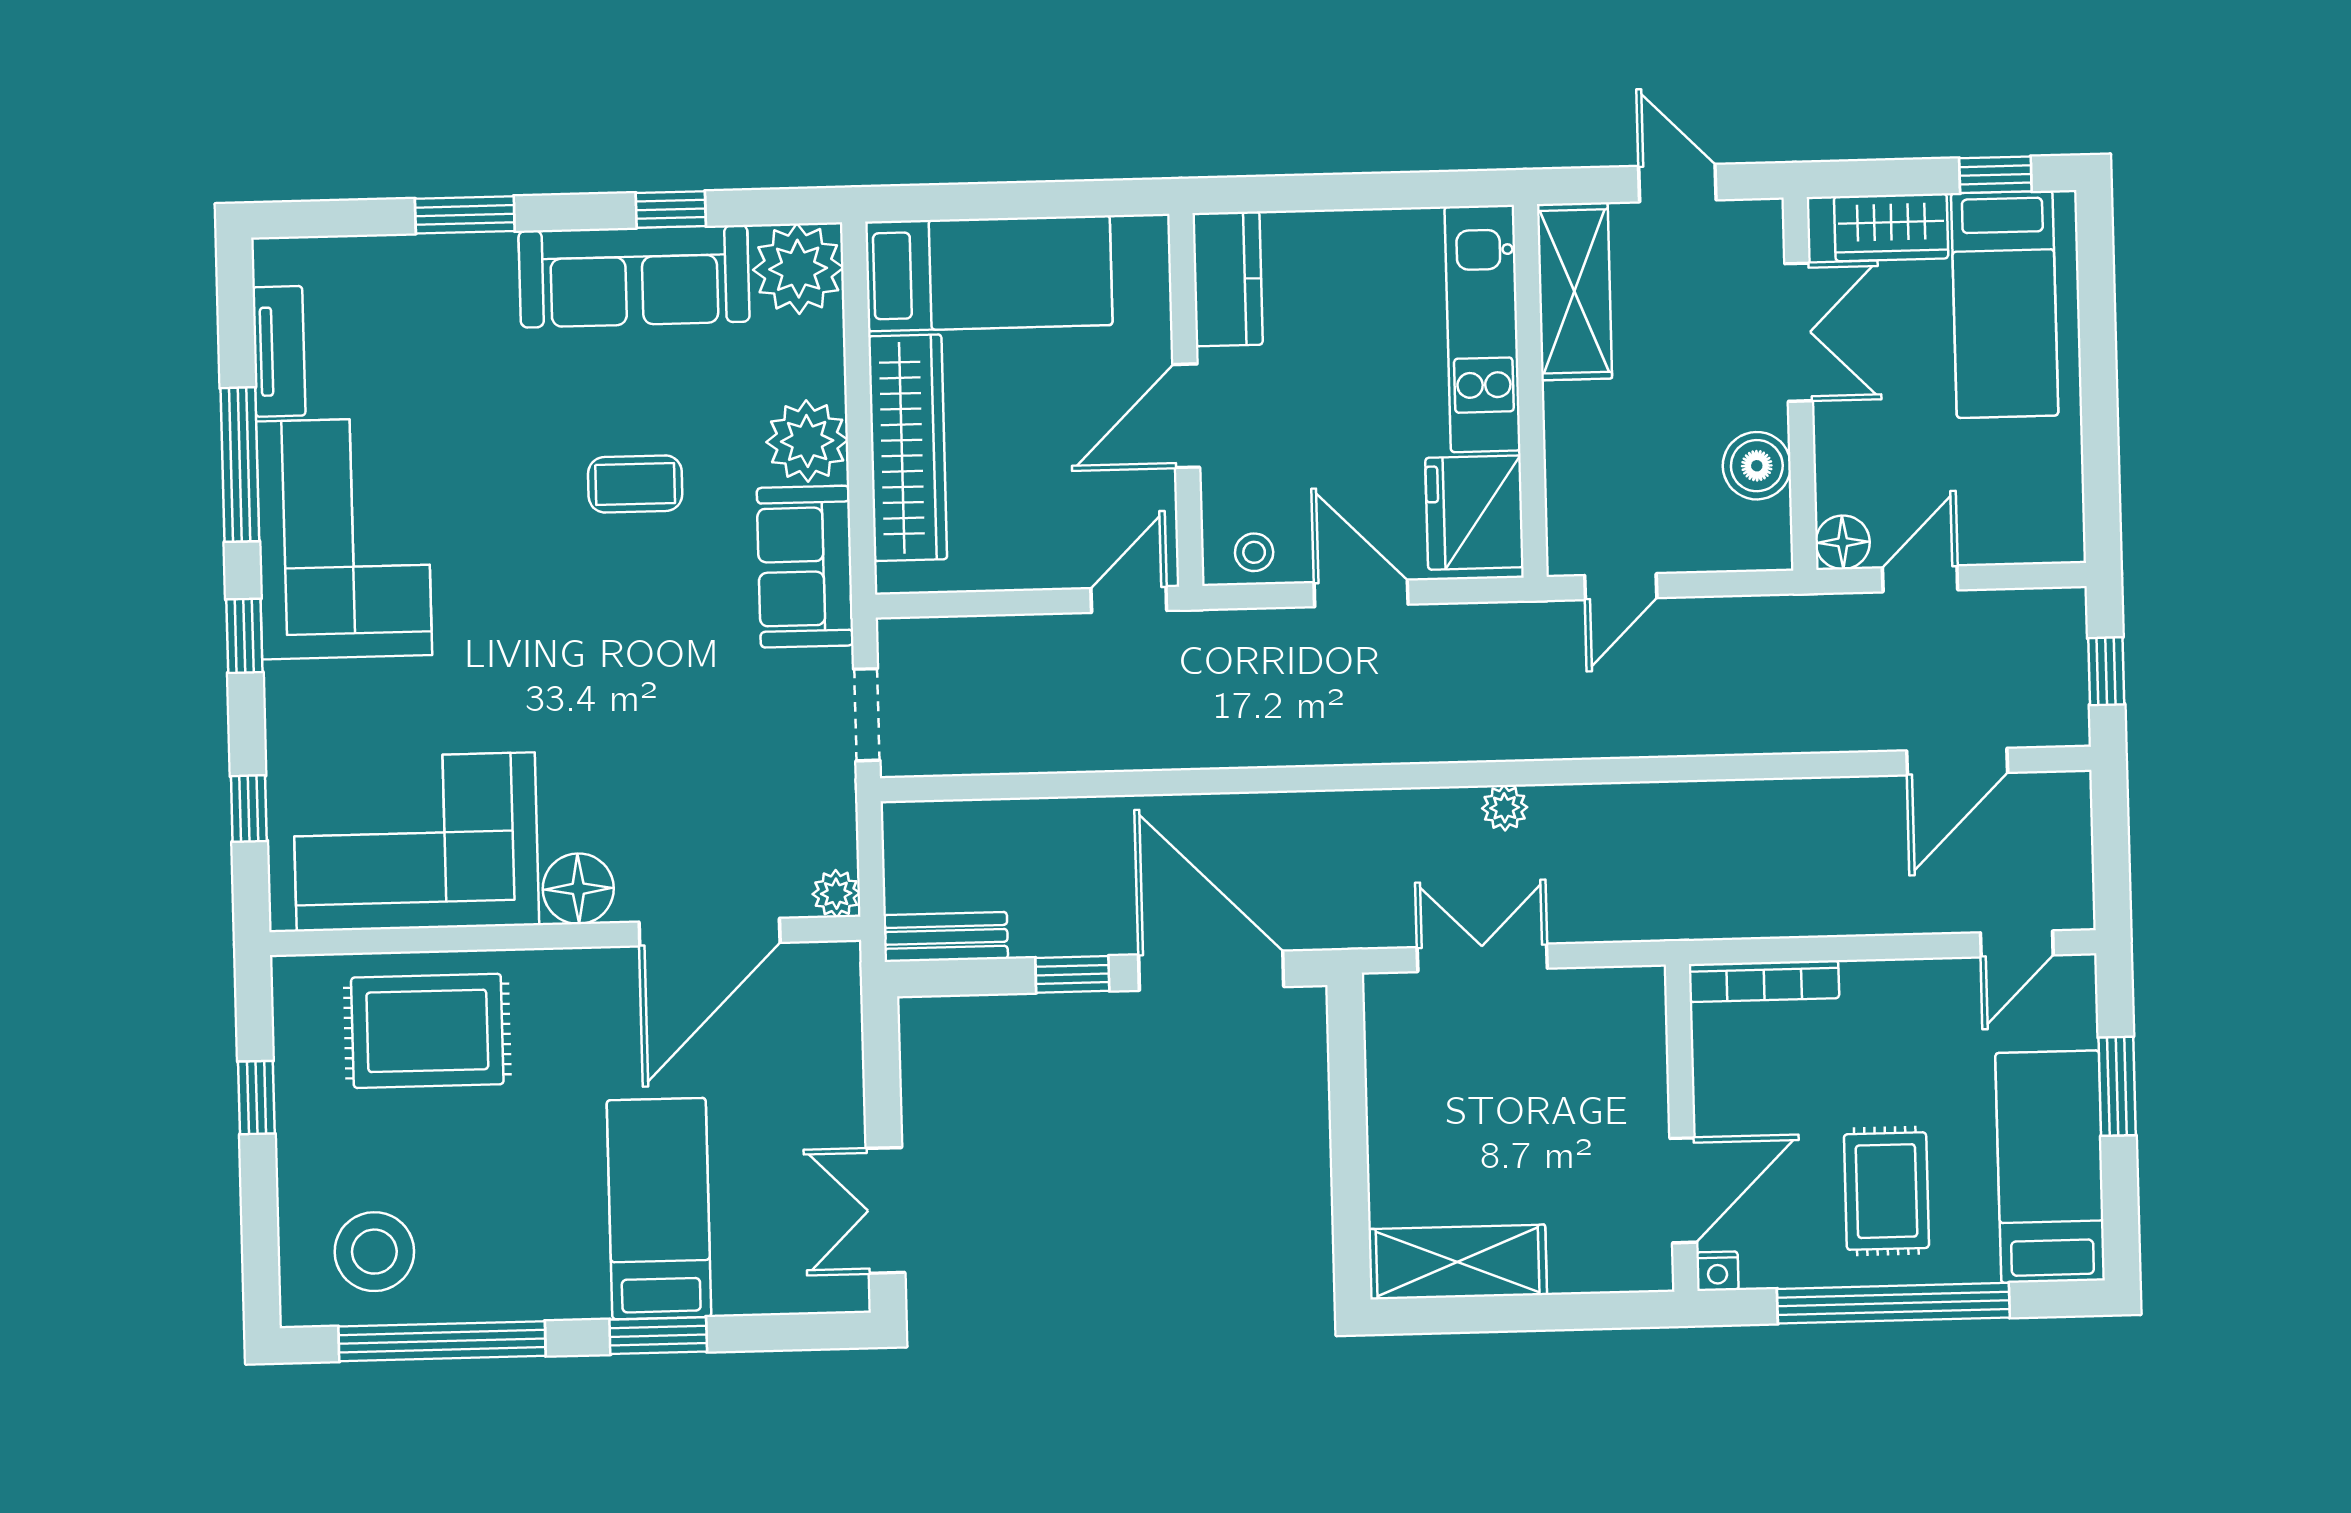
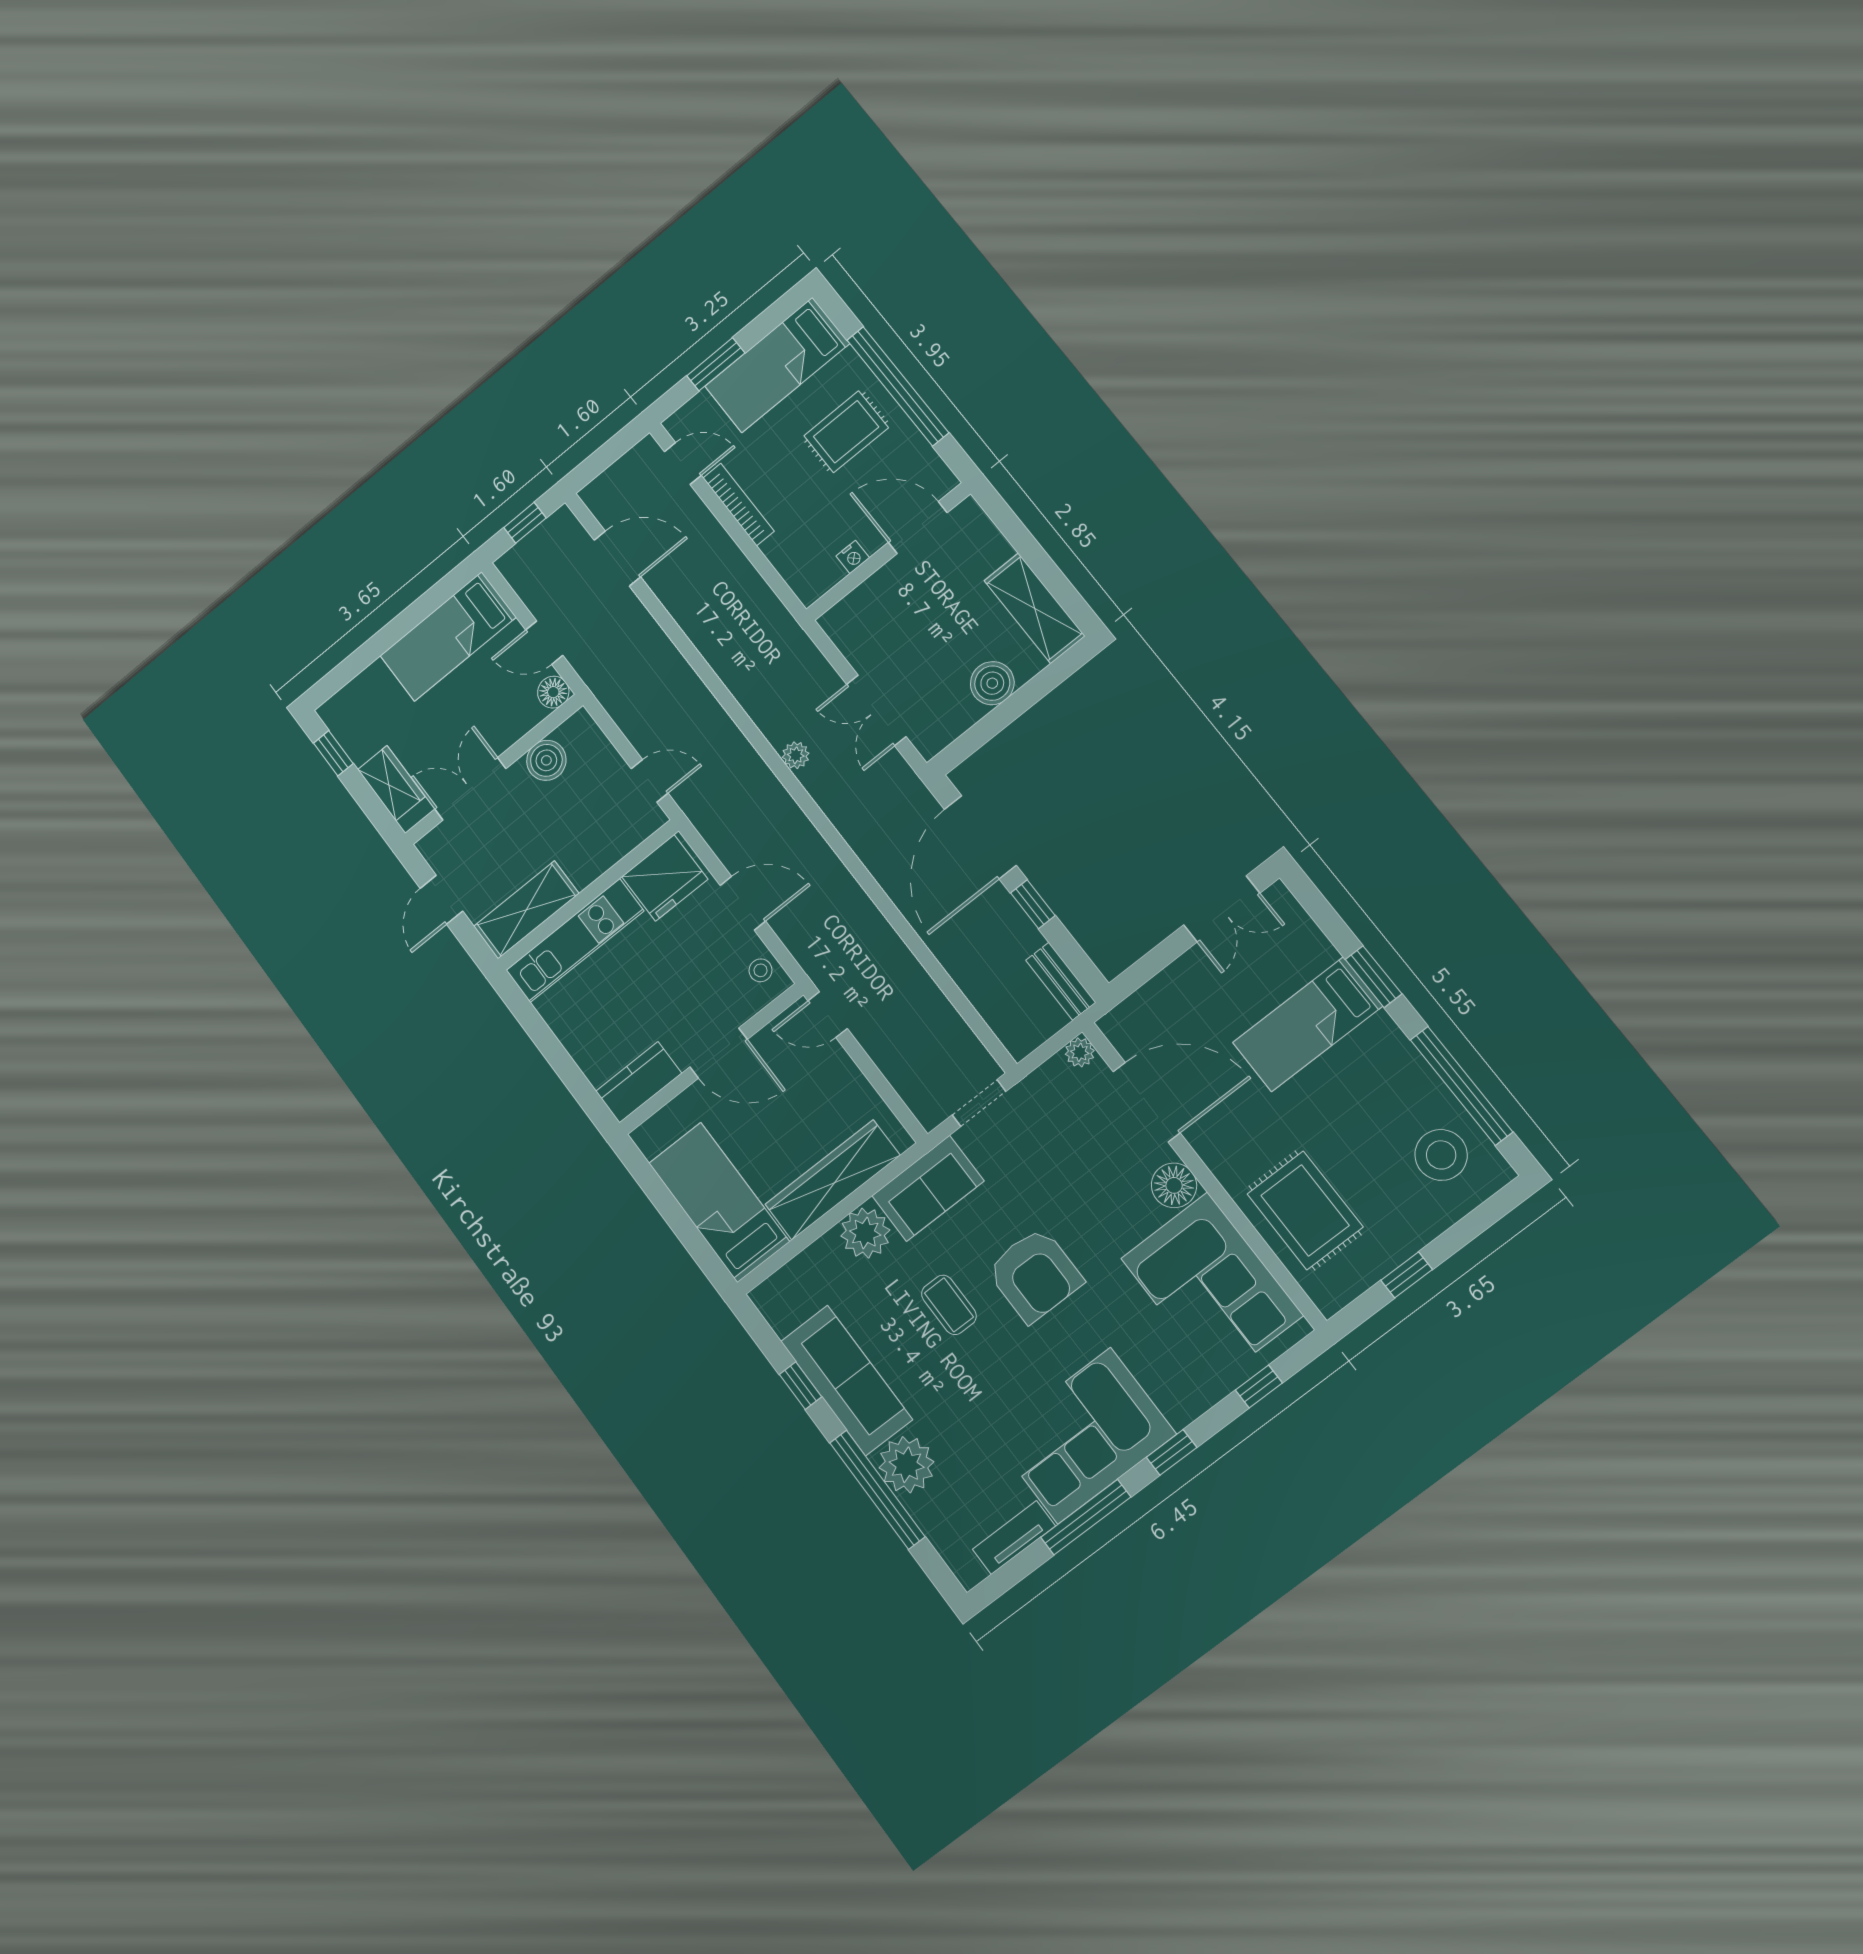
window: (465, 215) -> (877, 1490), width x2.11
plant: (798, 269) -> (906, 1465), moved
bed: (2005, 304) -> (448, 637), moved, turned 180
door: (1361, 593) -> (743, 903), swing flipped
armchair: (593, 625) -> (1035, 1275), added
bookcase: (1764, 981) -> (738, 505), moved
boiler: (1401, 1135) -> (992, 683), added
nightstand: (1717, 1271) -> (853, 557), moved, turned 90

